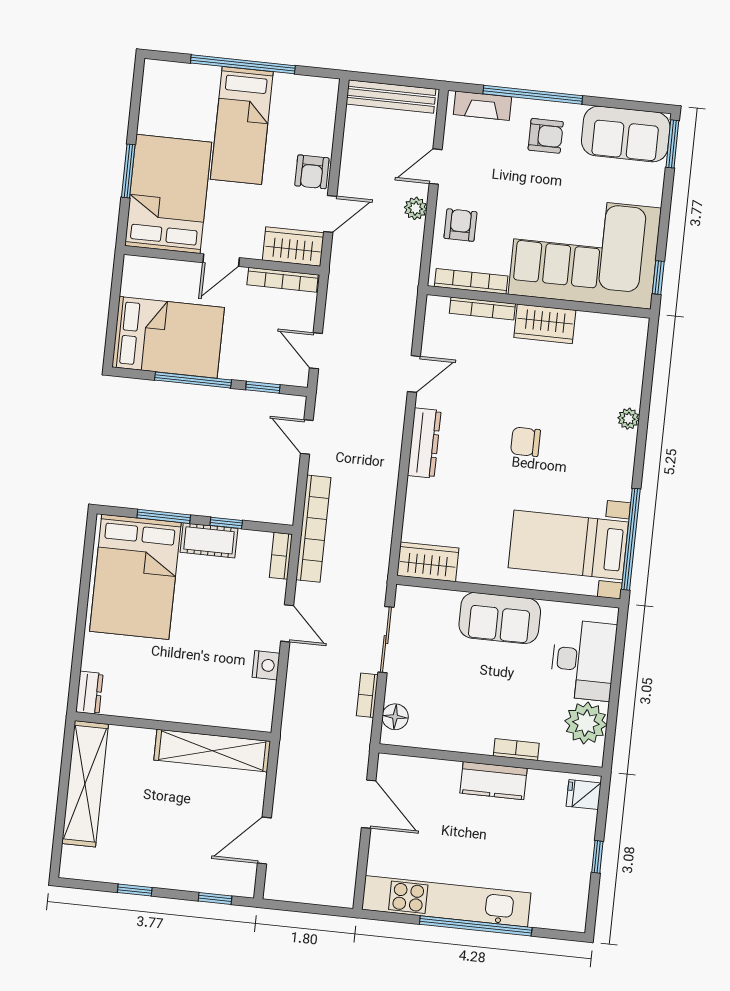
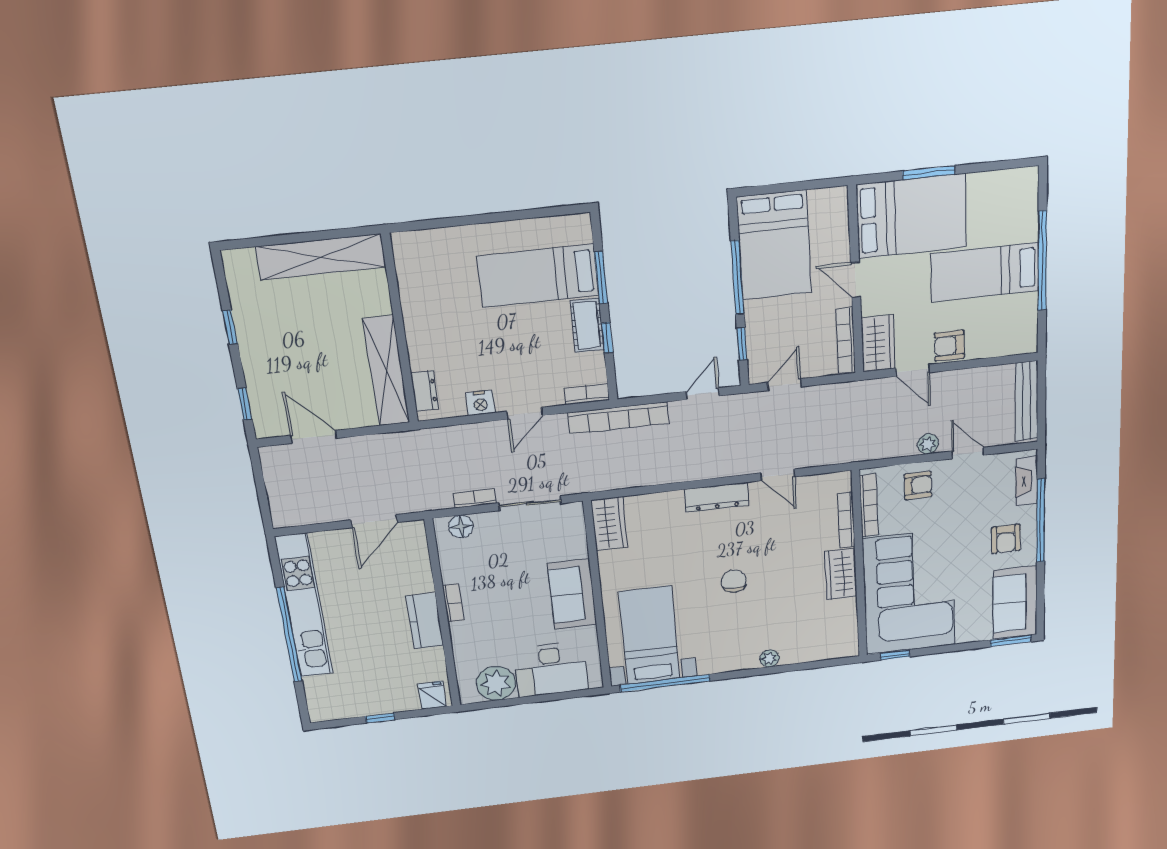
bed: (135, 577) -> (538, 276), width x0.67
dresser: (89, 693) -> (425, 391), moved, turned -90
bookcase: (516, 750) -> (453, 603), moved

